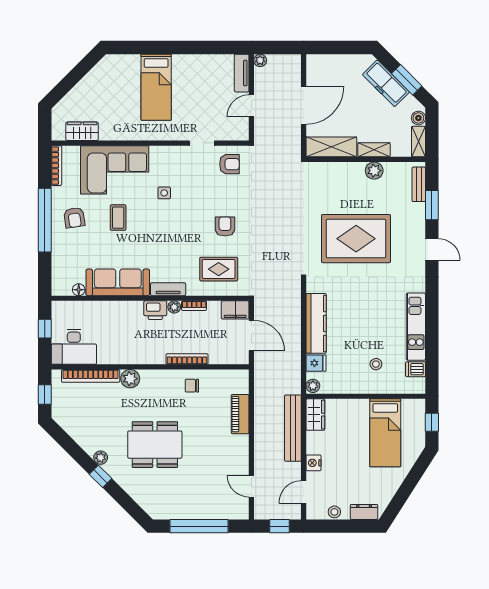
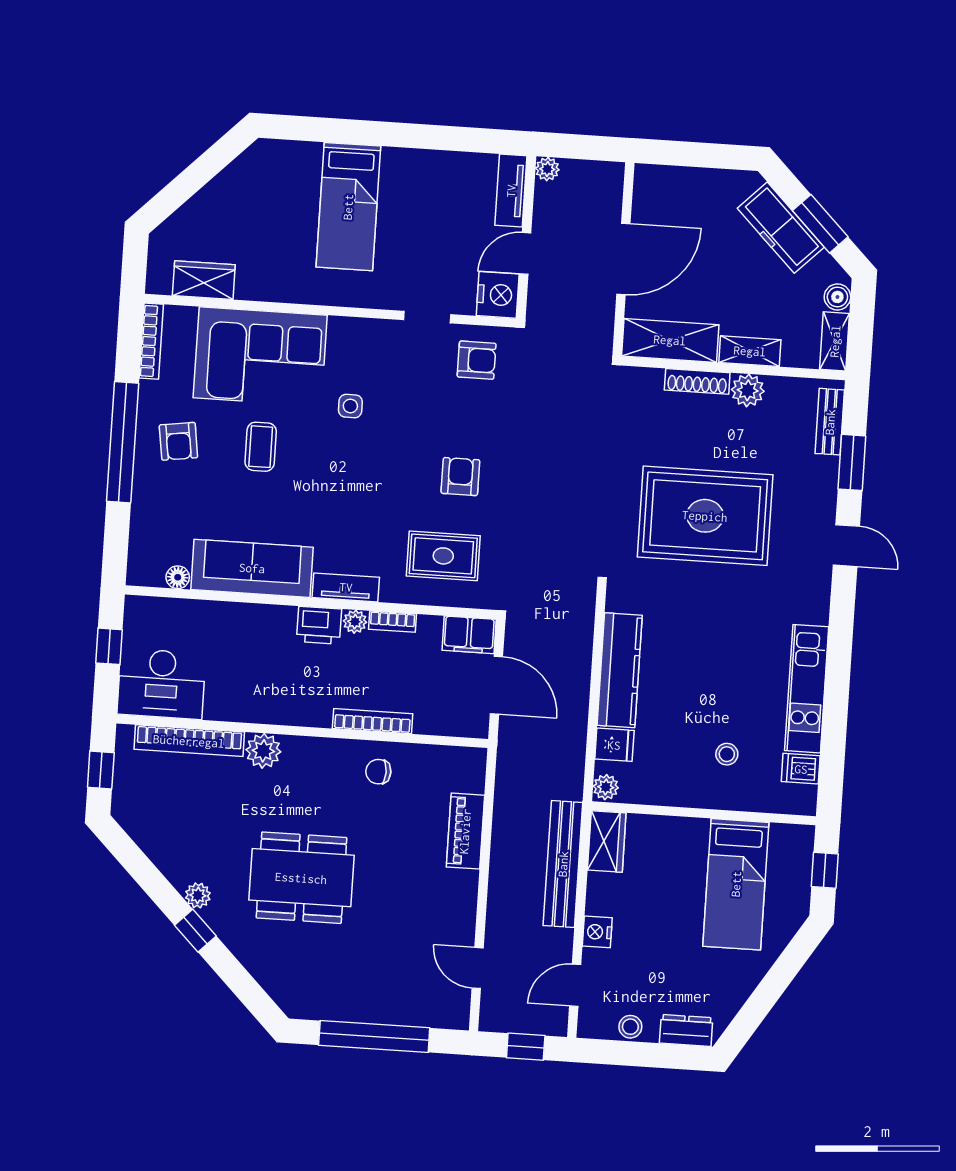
nightstand: (238, 129) -> (498, 295), added
shoe rack: (347, 168) -> (697, 381), added

